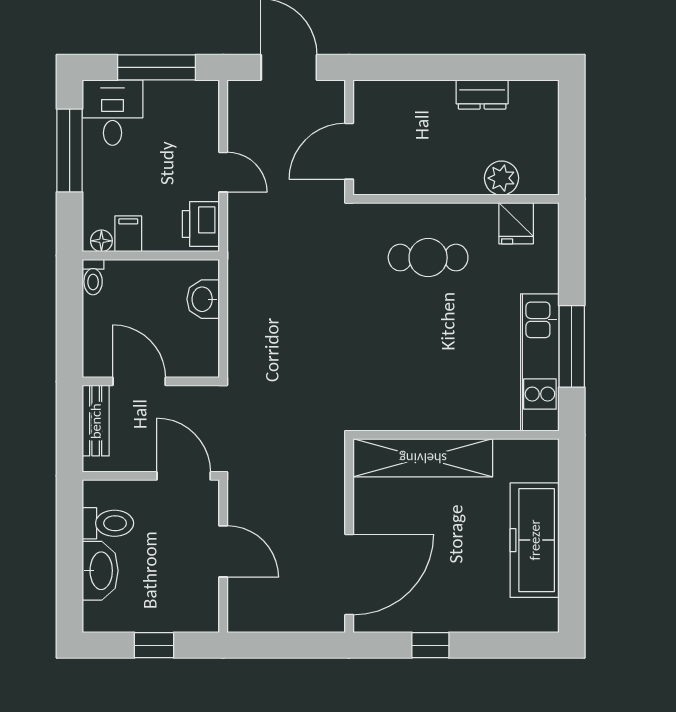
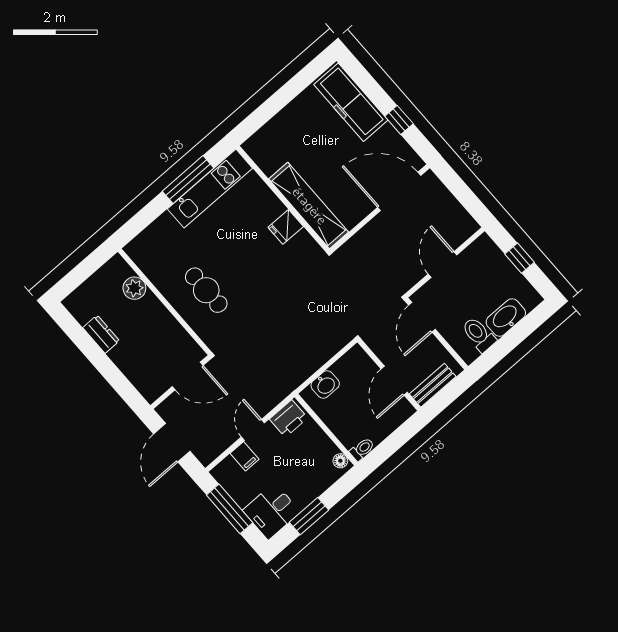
window: (70, 150) -> (309, 516), width x0.69
fridge: (516, 223) -> (286, 227), moved, turned 180
filing cabinet: (128, 234) -> (244, 456), moved, turned -90
freezer: (535, 540) -> (351, 102), moved, turned 90

